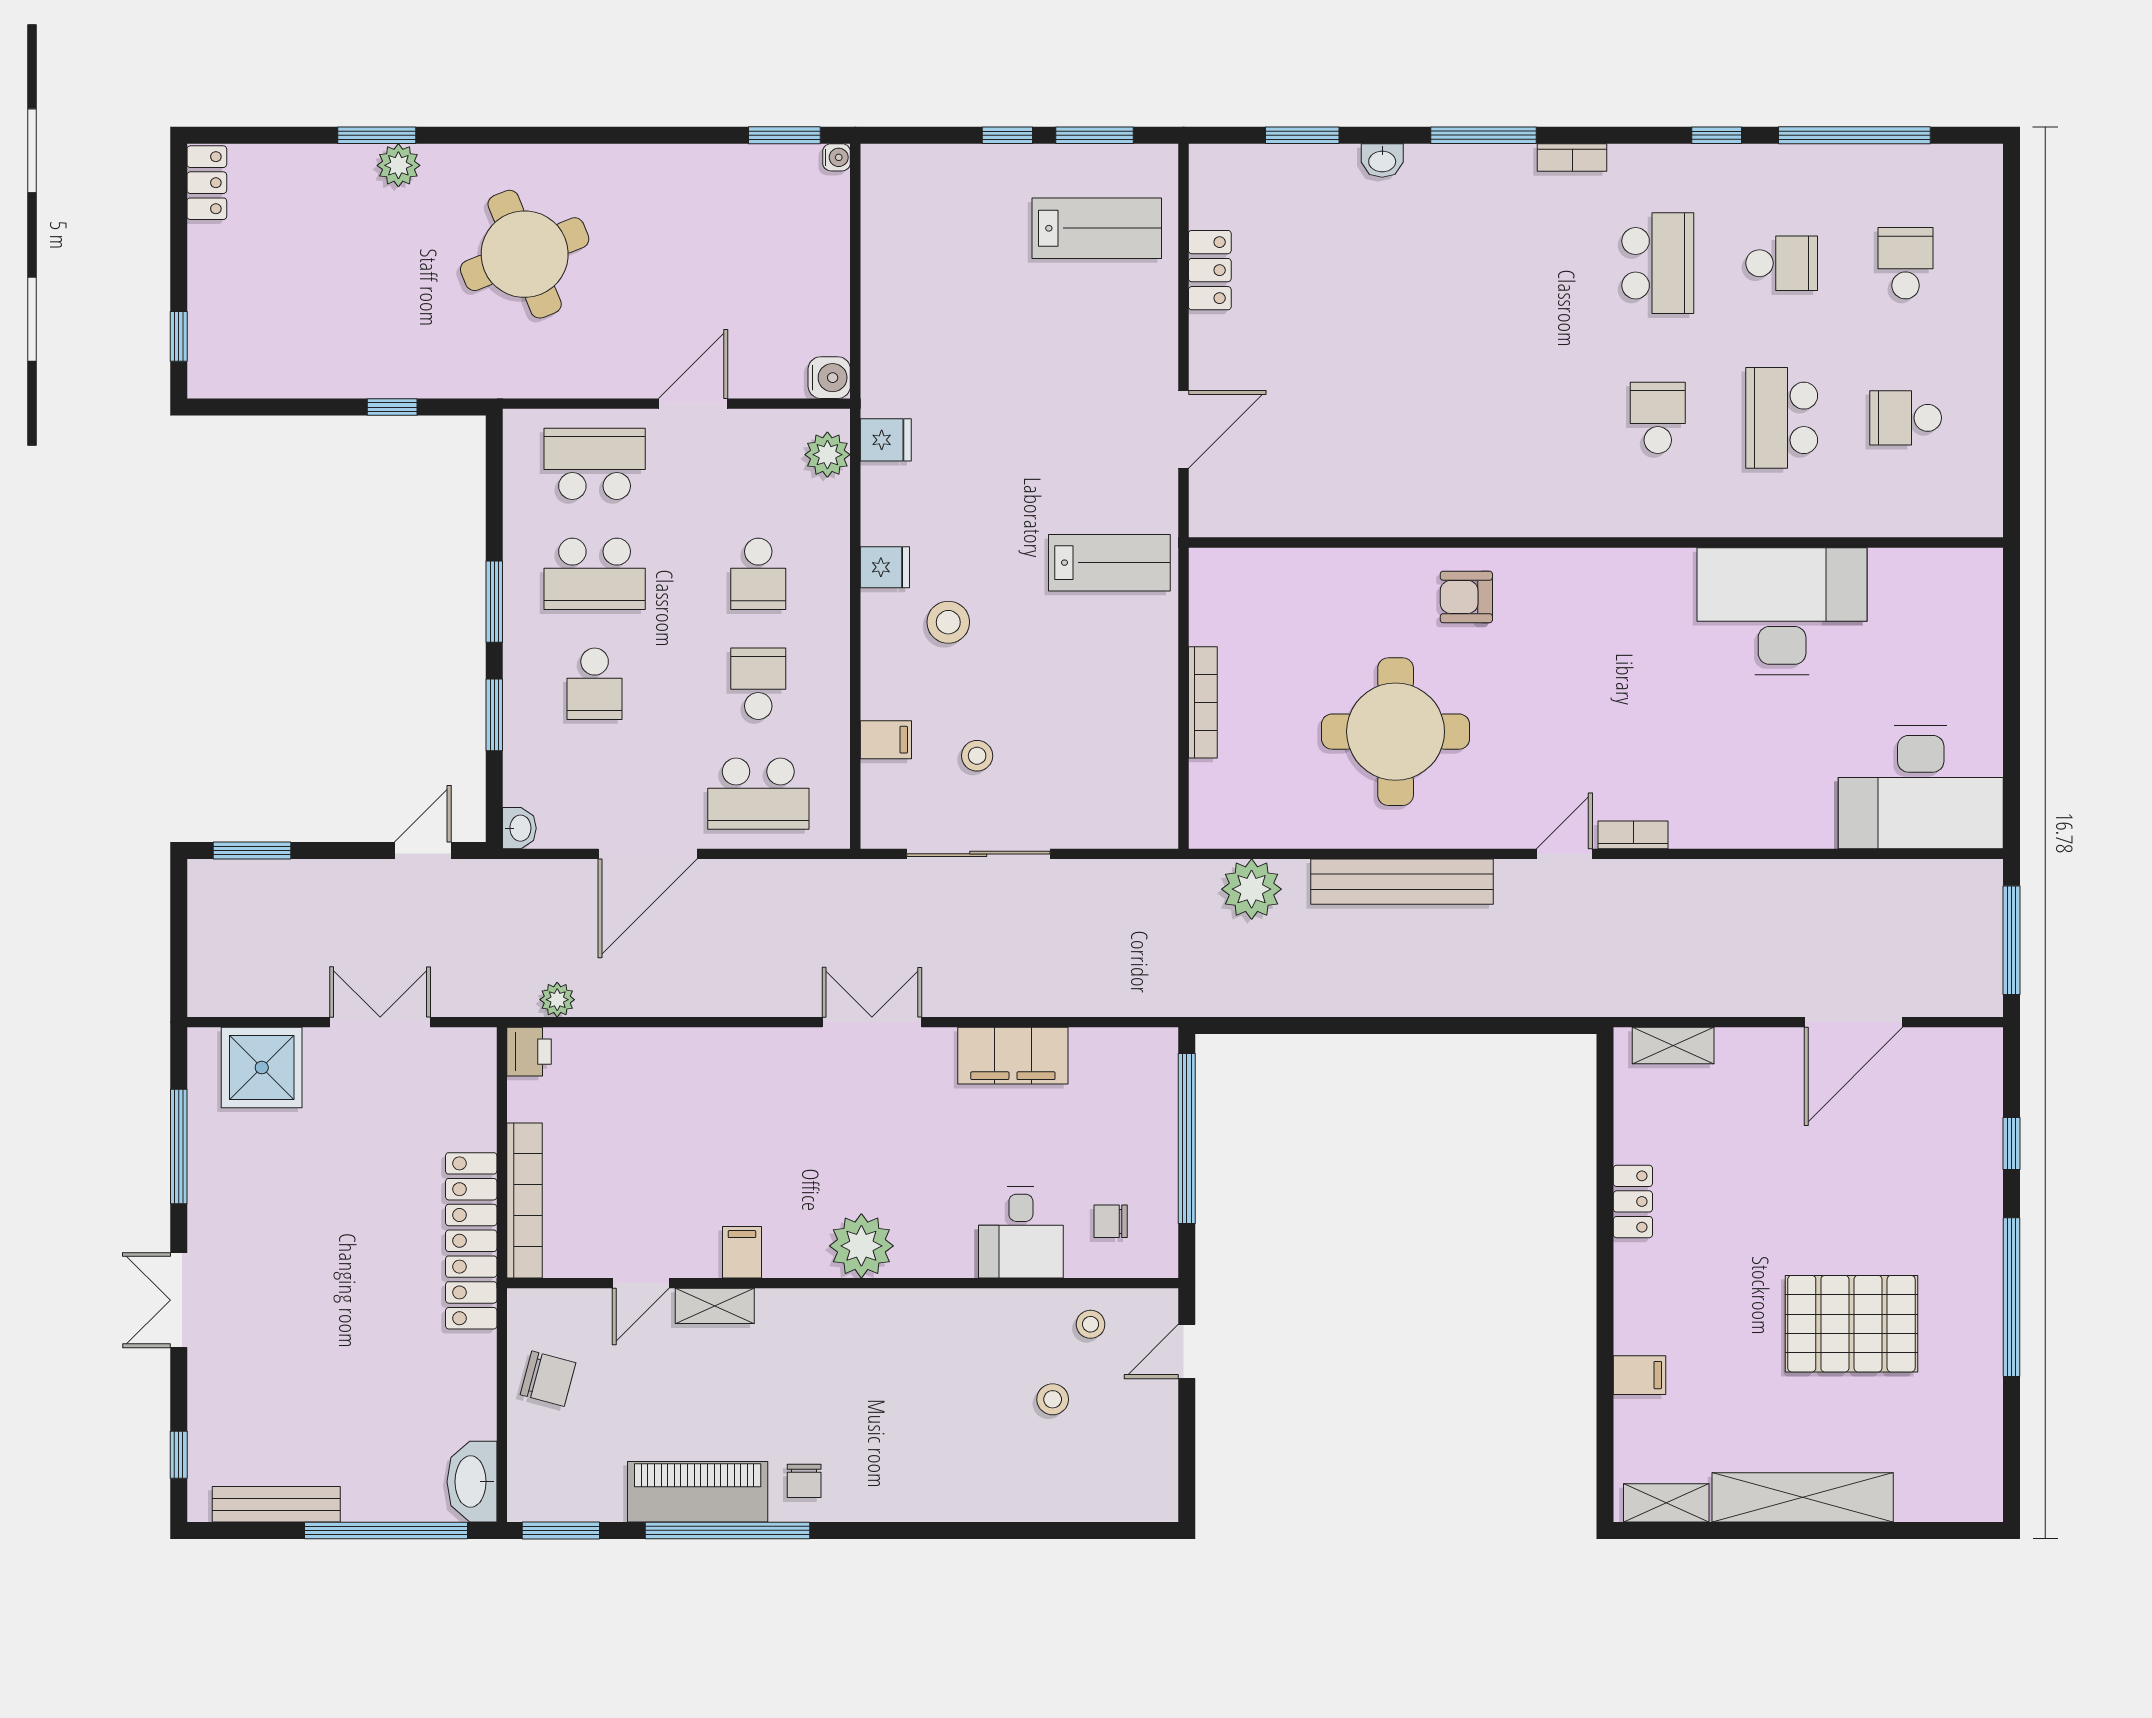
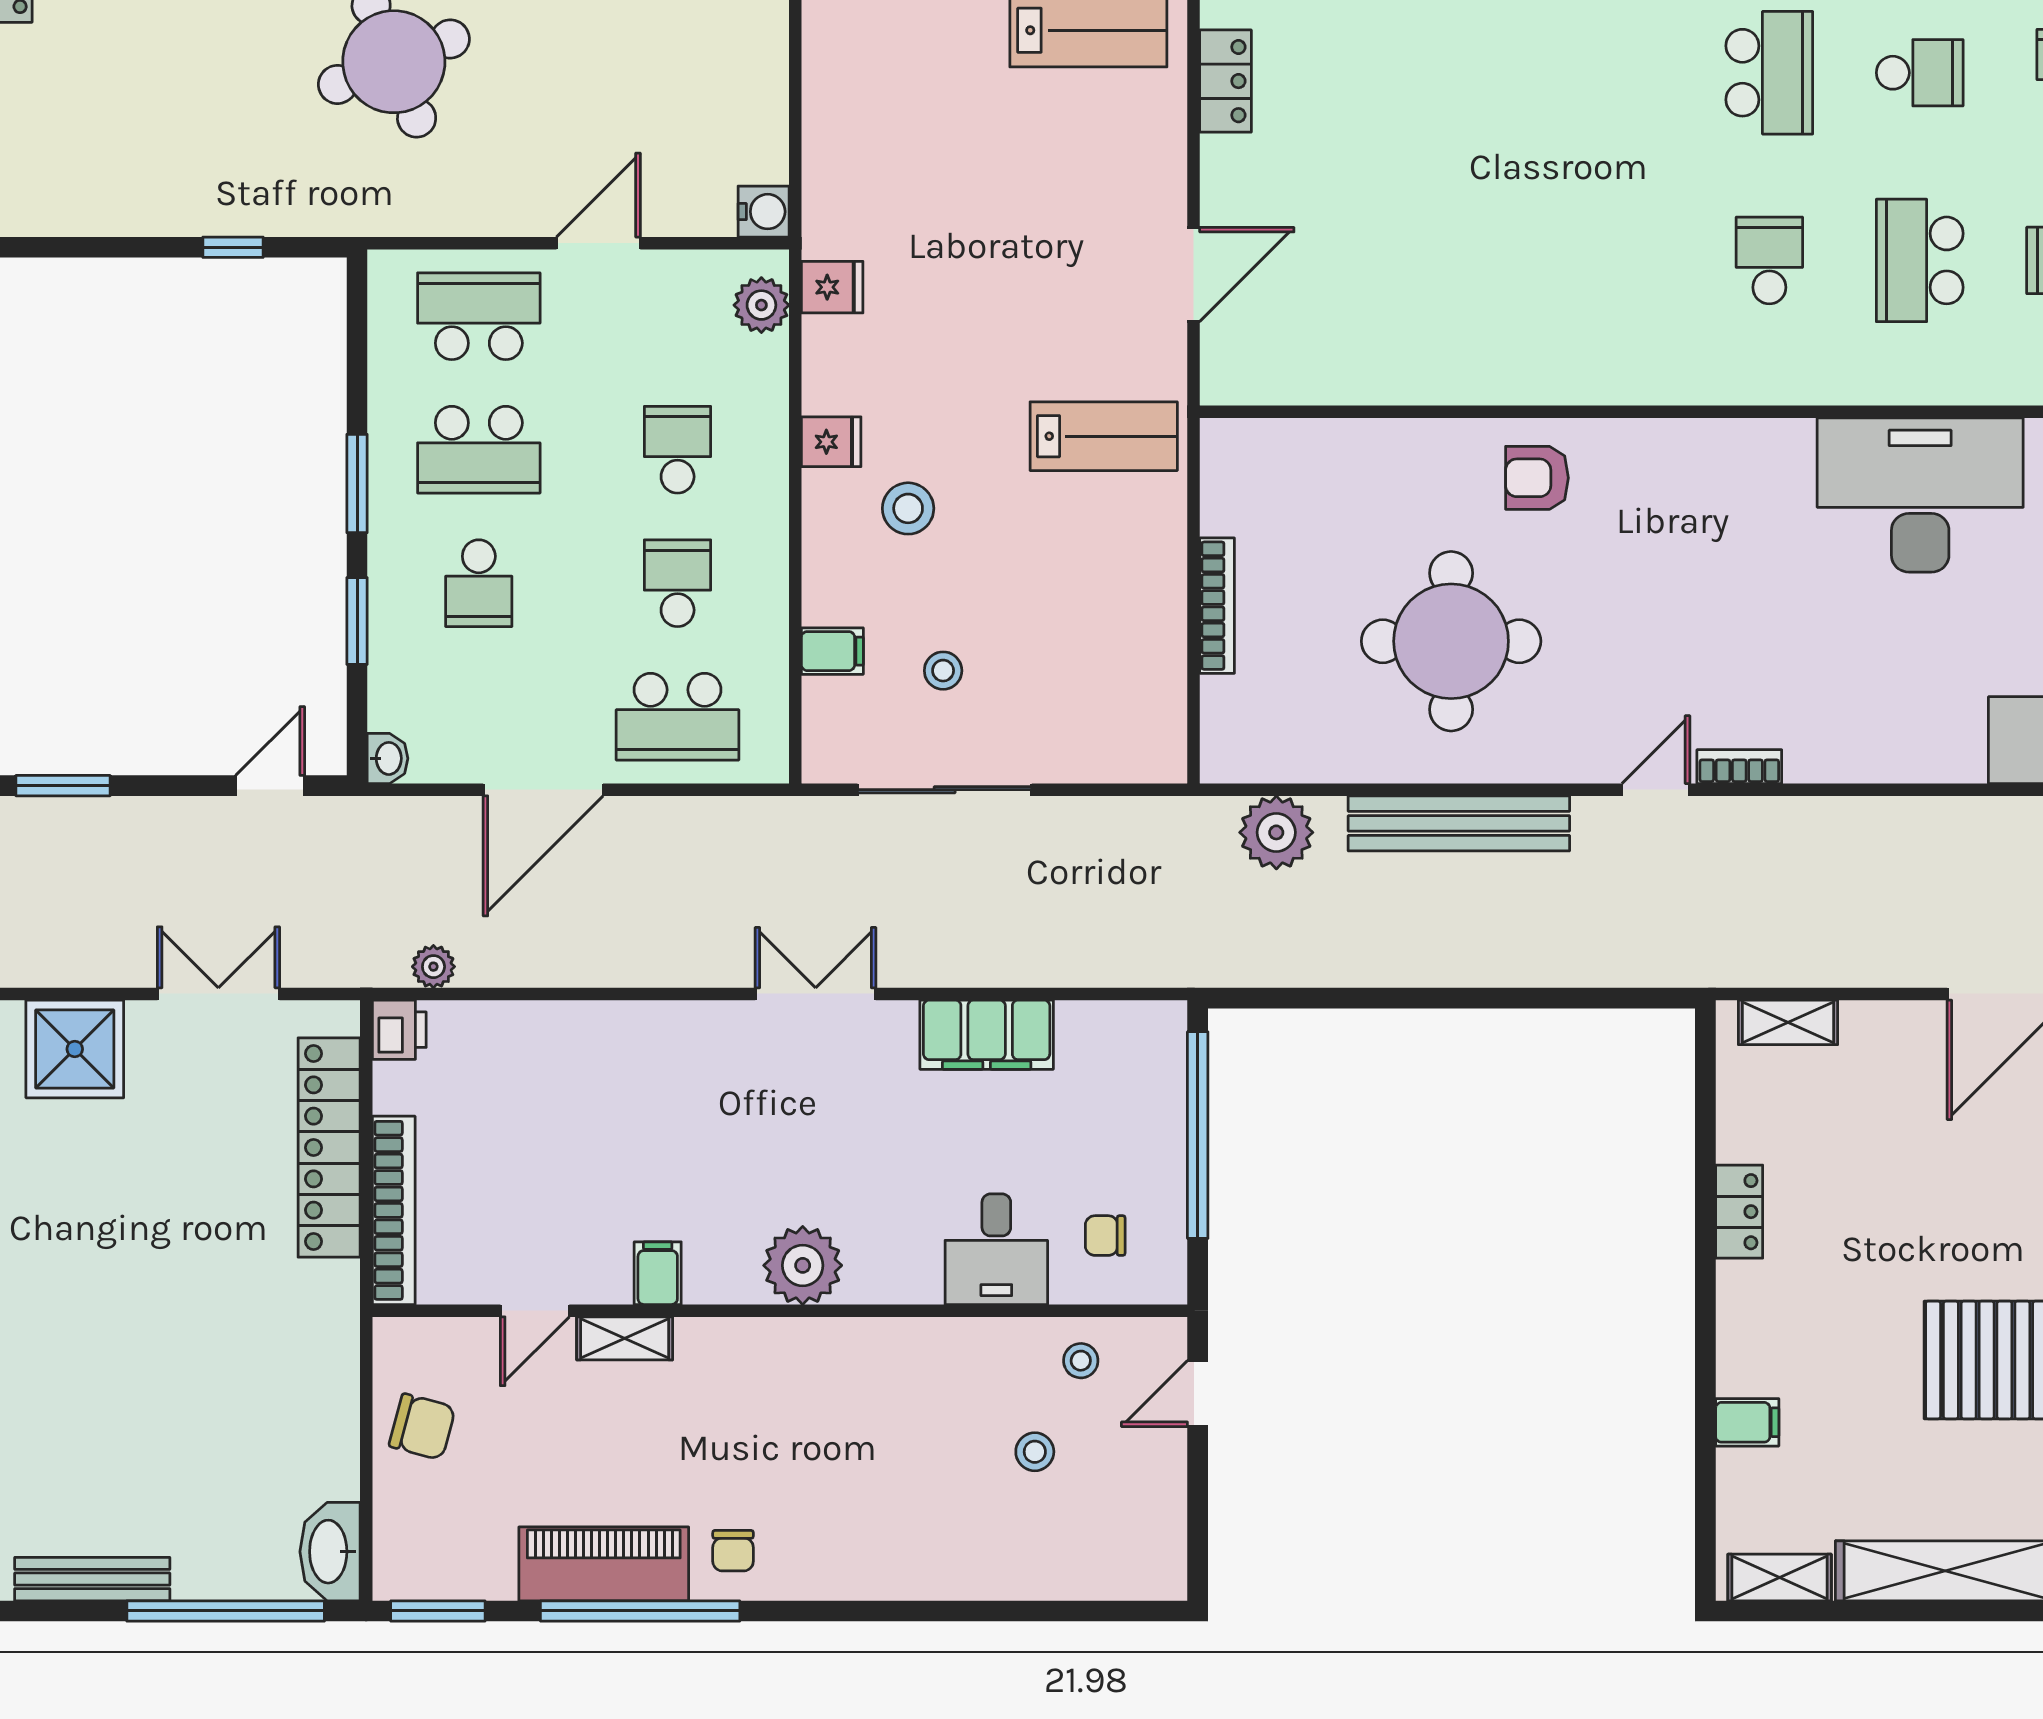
school desk: (758, 574) -> (678, 450), turned 180
locker: (471, 1241) -> (329, 1148), moved

